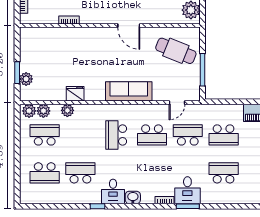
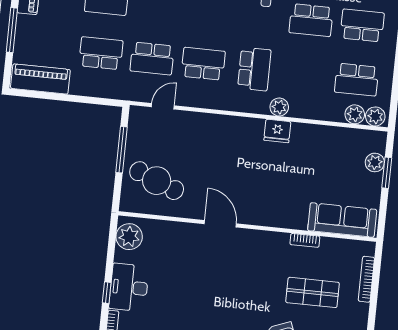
sofa: (129, 91) -> (342, 220), moved, turned 180
fridge: (75, 94) -> (277, 131), moved
plant: (67, 110) -> (279, 107), moved

